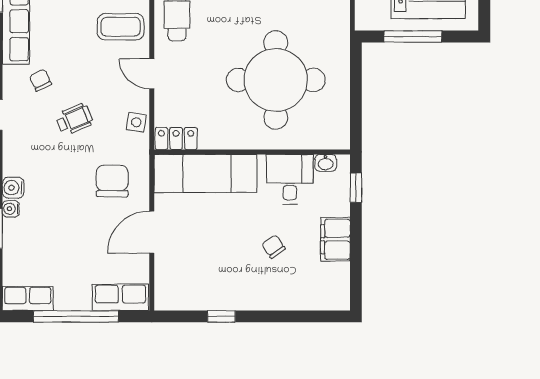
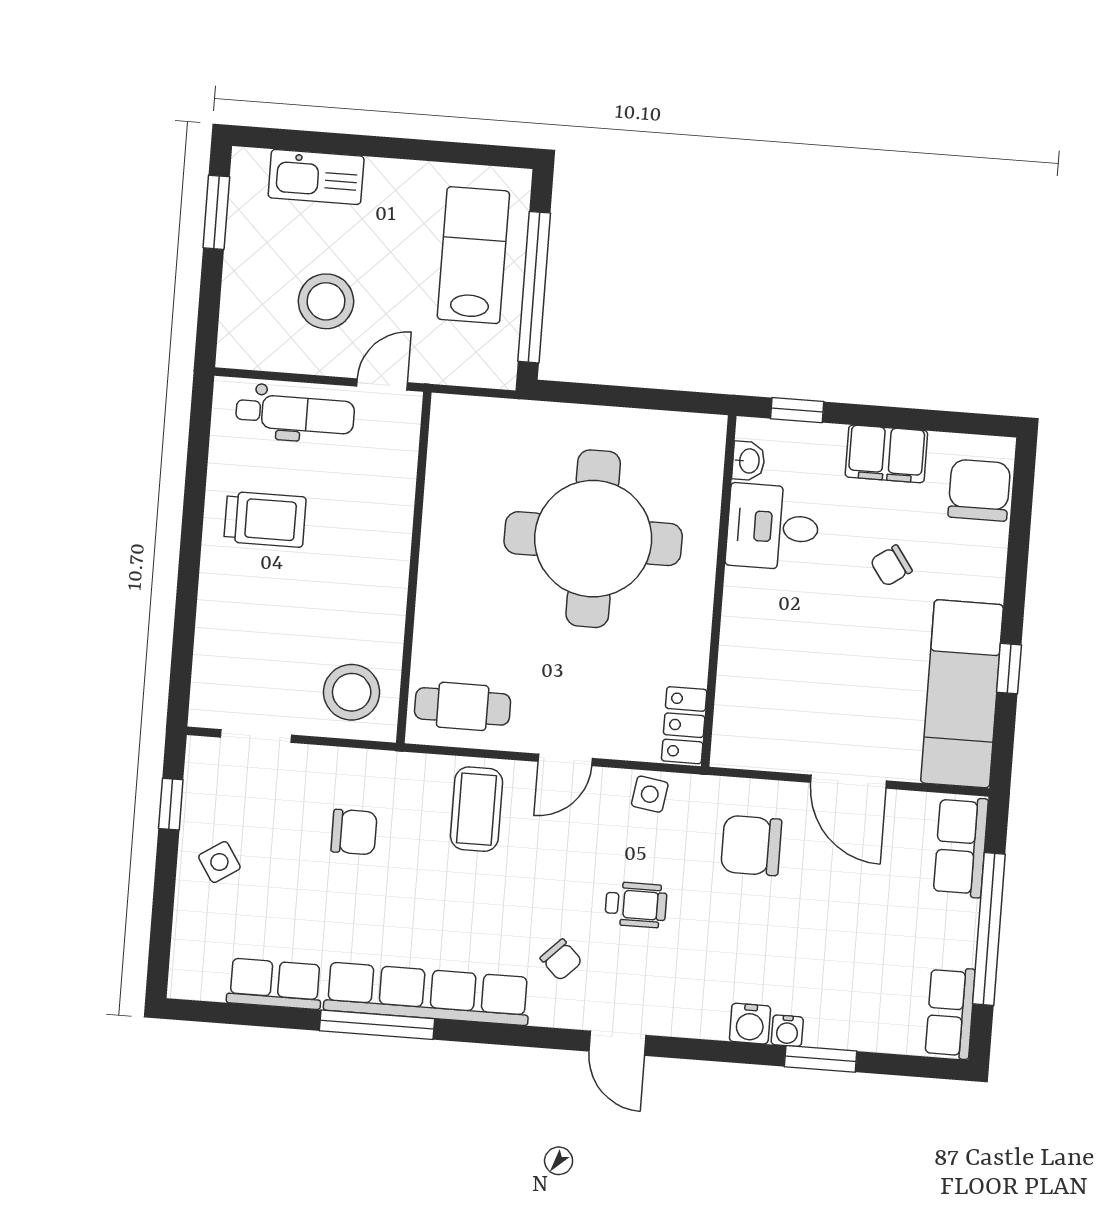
window: (413, 36) -> (534, 287), width x1.46
chair: (41, 80) -> (561, 960), turned -110
wheelchair: (74, 119) -> (636, 905), turned 113
exam couch: (205, 173) -> (962, 694), moved, turned 180
chair: (319, 292) -> (979, 490), added

